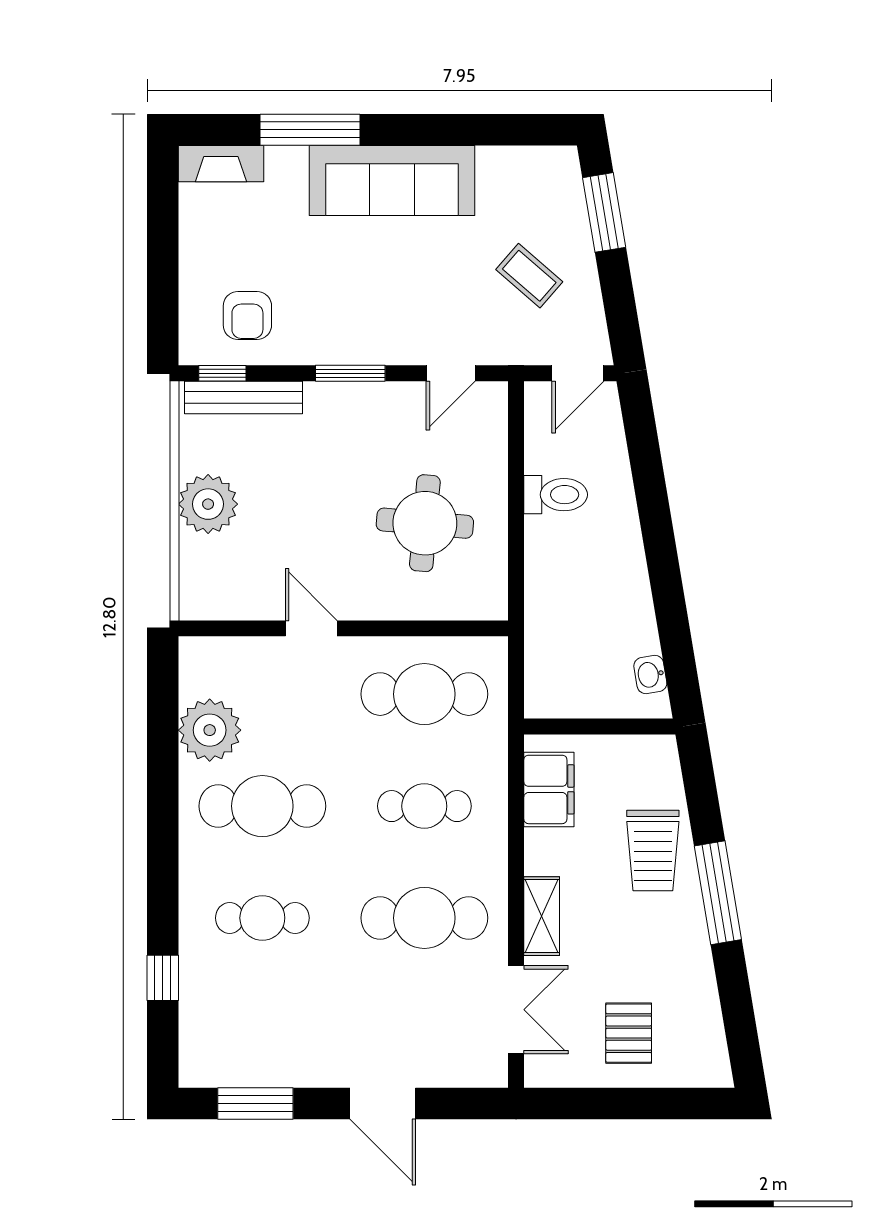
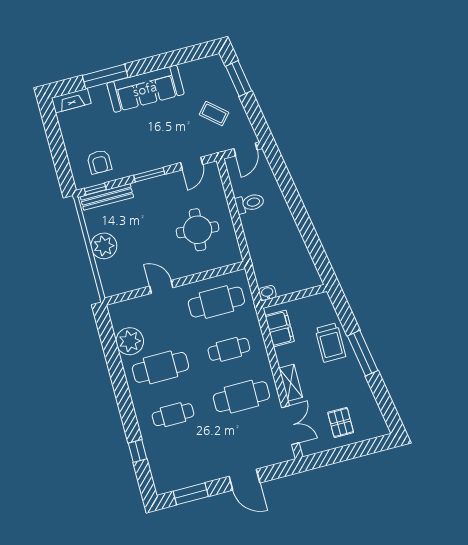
washbasin: (650, 675) -> (267, 293), moved, turned 99

